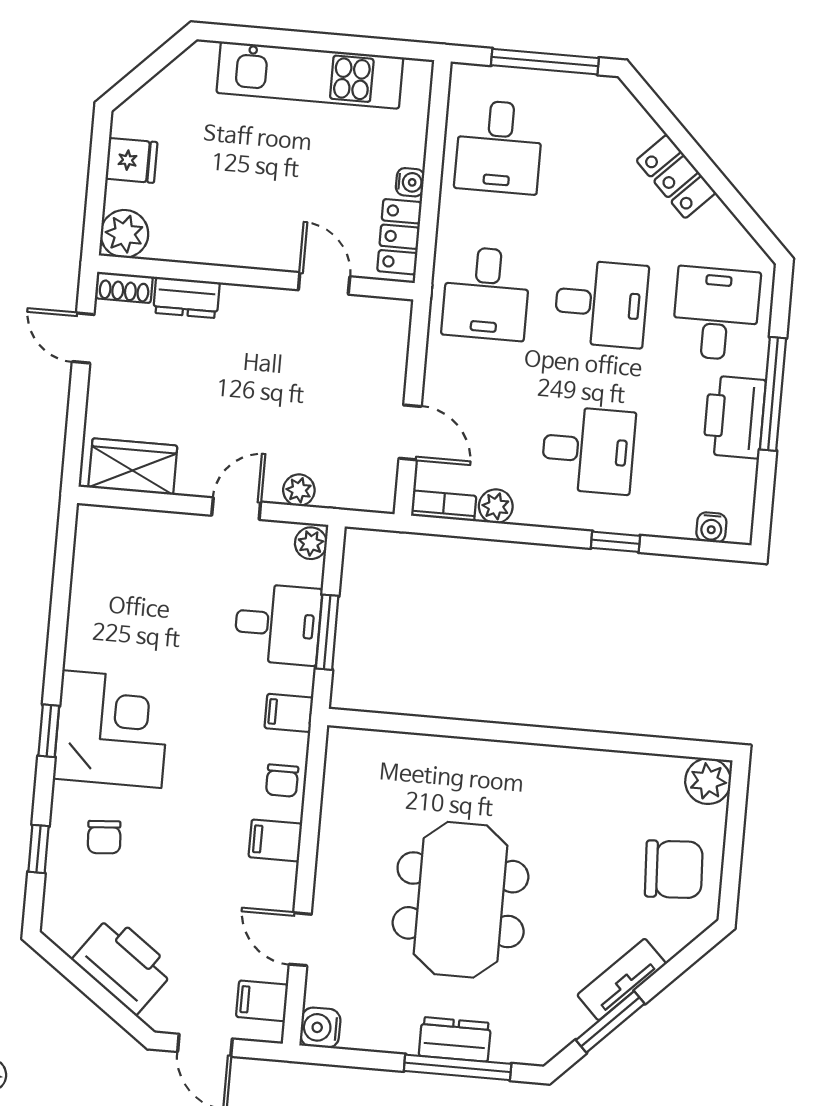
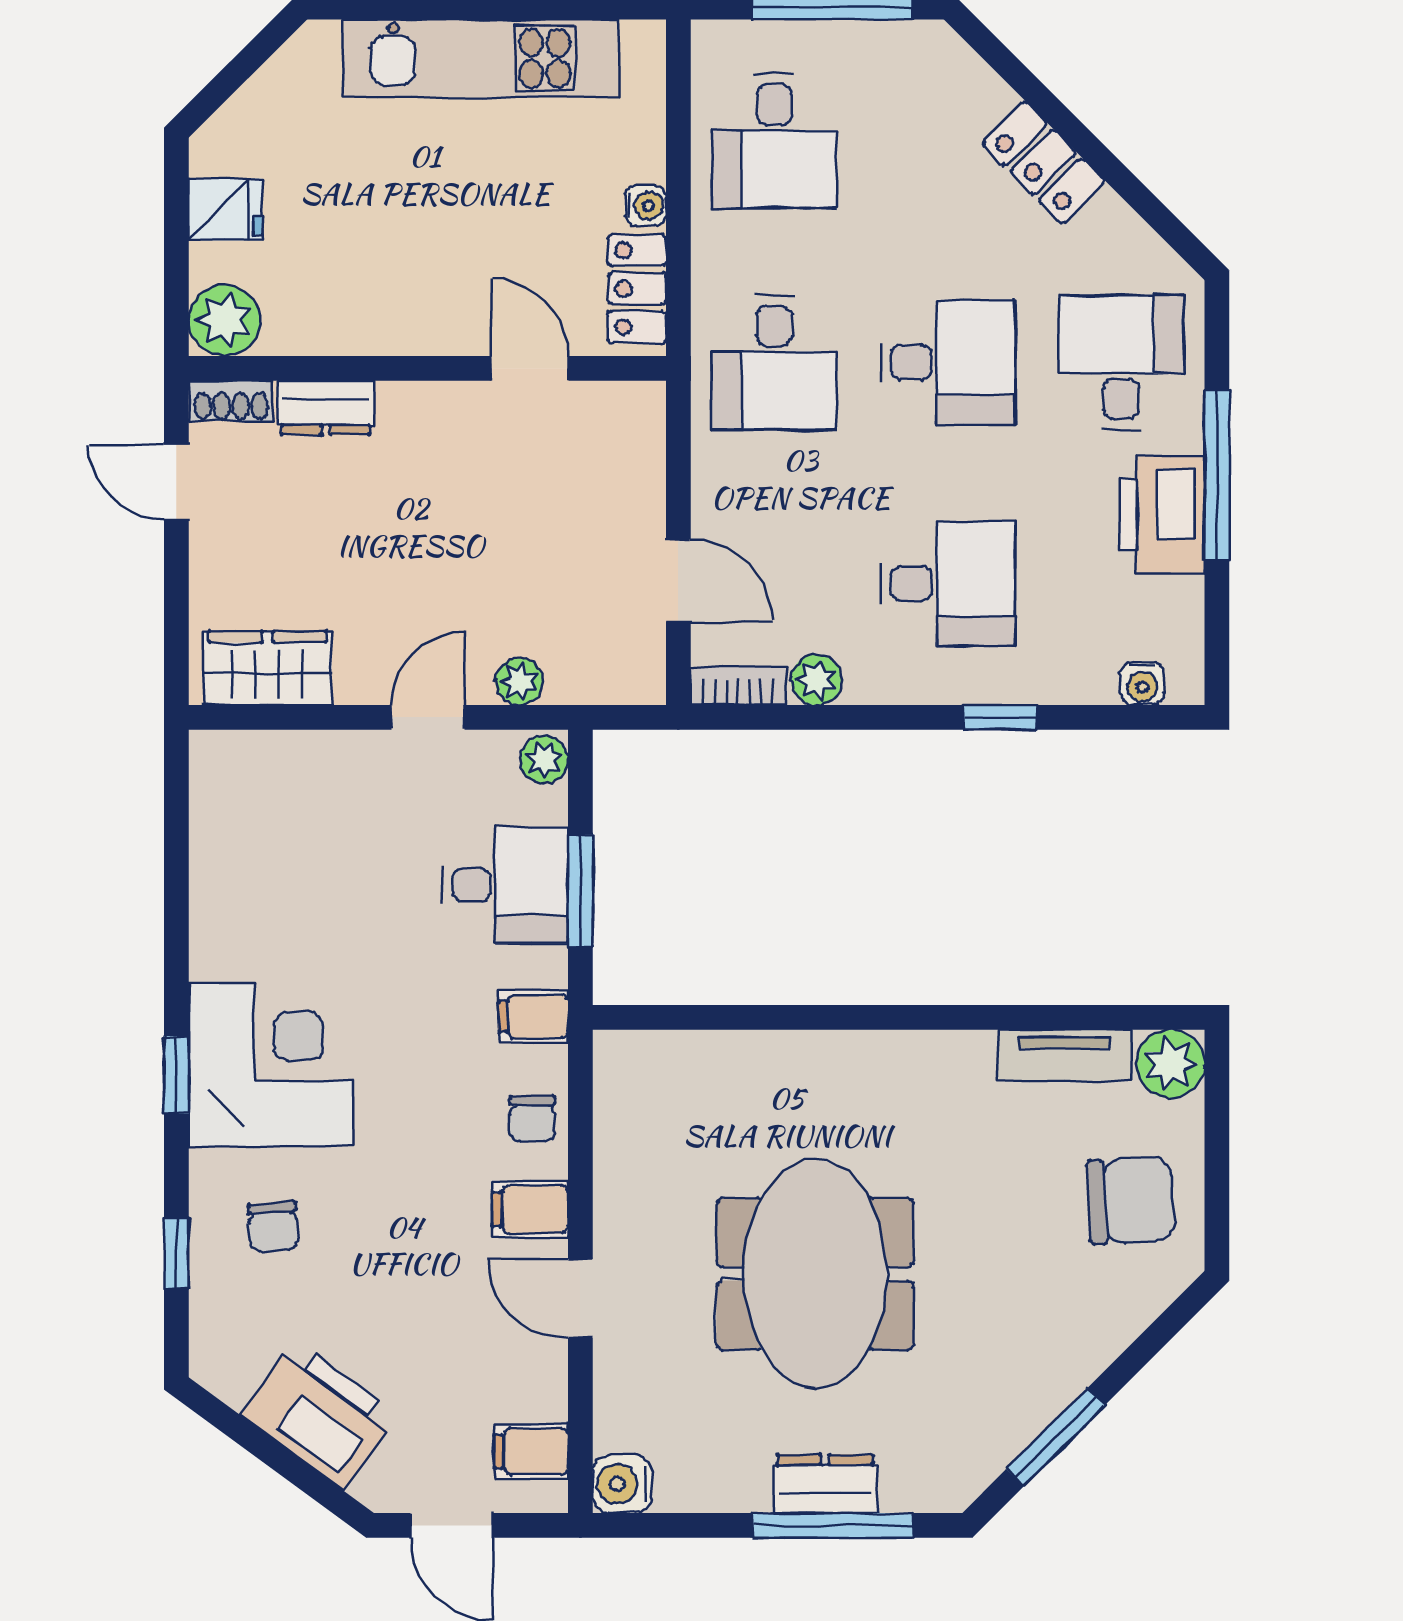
door: (300, 939) -> (580, 1299), moved
tv unit: (622, 979) -> (1064, 1055), moved, turned -135

